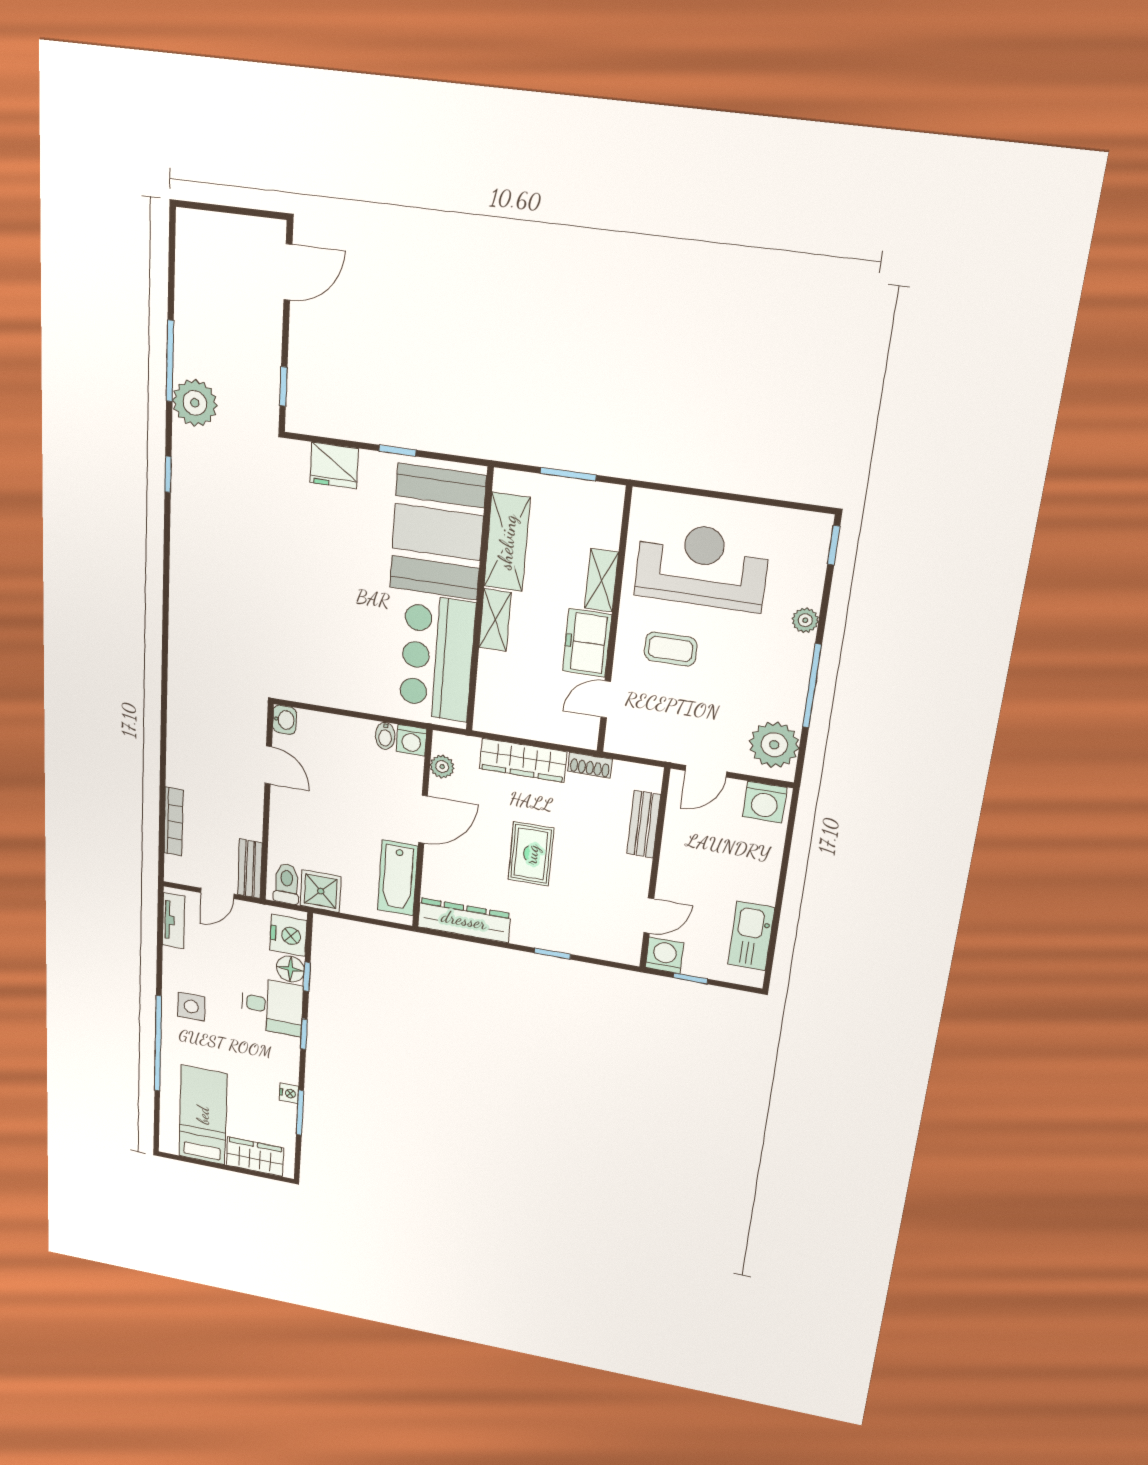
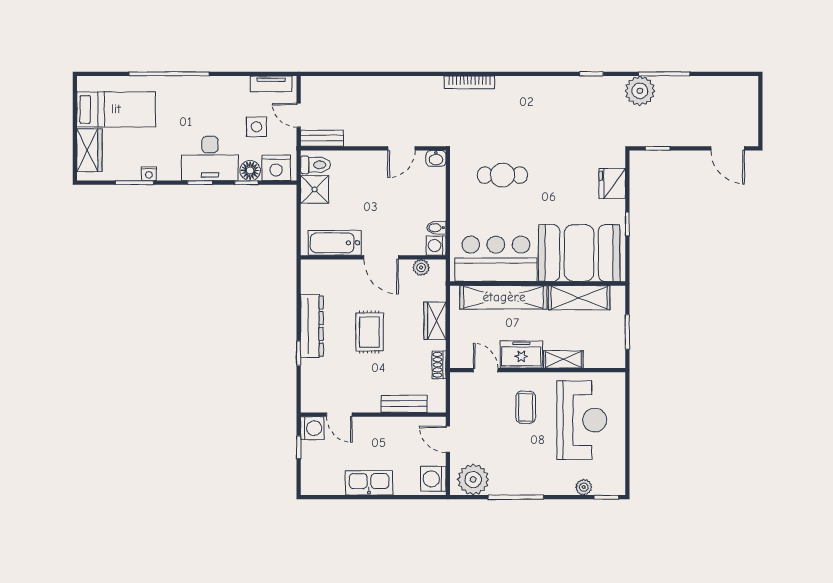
shelving: (495, 620) -> (504, 297), width x2.20, depth x1.33
plant: (805, 620) -> (584, 487), moved
cafe table: (313, 629) -> (502, 175), added
wardrobe: (523, 760) -> (435, 321), width x0.67
bookcase: (174, 822) -> (469, 82), moved
rug: (531, 854) -> (369, 332), turned 90
dresser: (464, 920) -> (312, 326), moved
kitchen sink: (751, 936) -> (369, 483), moved
desk: (272, 1006) -> (210, 158), width x1.37
side table: (191, 1007) -> (256, 127), moved

